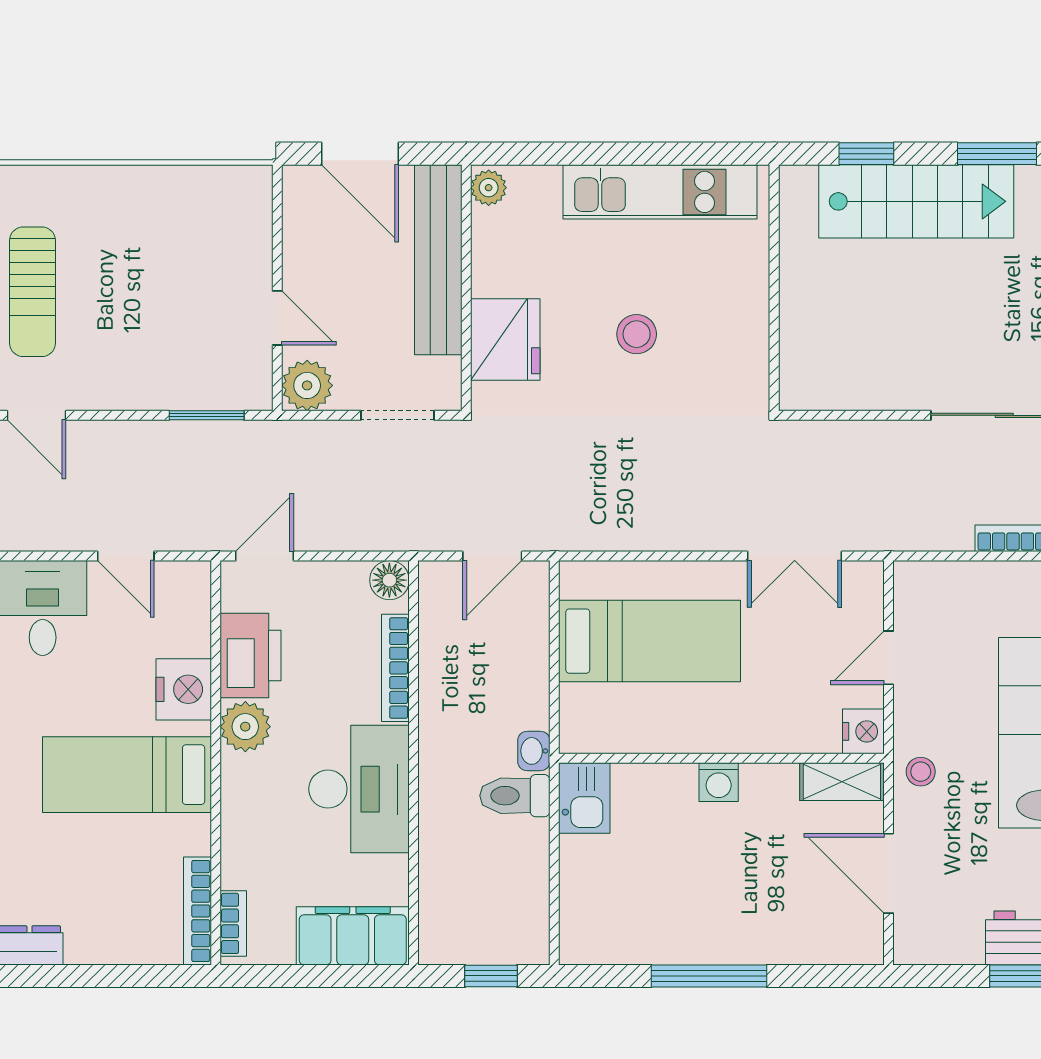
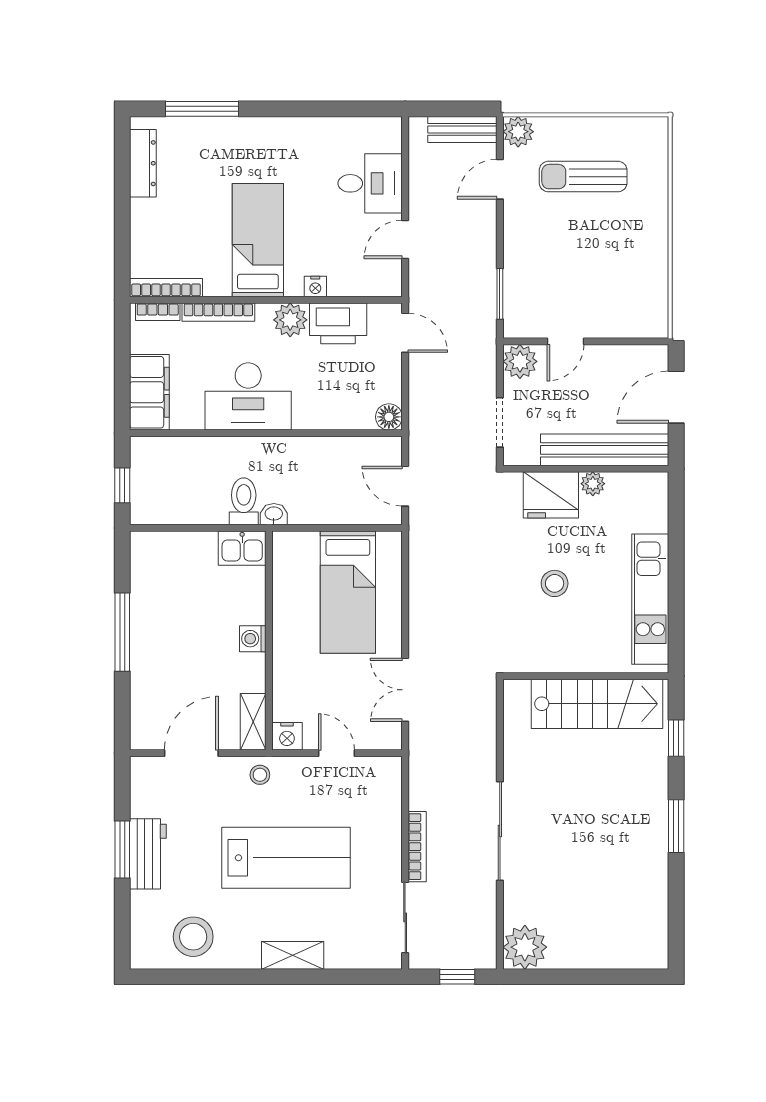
plant: (489, 188) -> (593, 484), moved
stairs: (916, 201) -> (597, 704), moved, turned -90
bookcase: (395, 668) -> (218, 312), moved, turned 180
nightstand: (184, 689) -> (315, 287), width x0.53, depth x0.56

